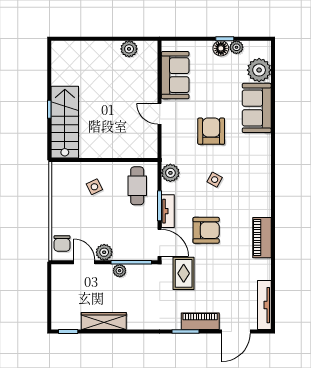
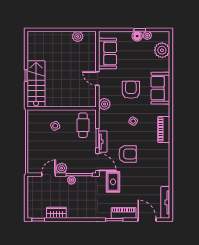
sofa: (257, 108) -> (160, 88), moved
plant: (170, 173) -> (104, 104), moved
piano: (262, 238) -> (164, 129), moved
chair: (62, 243) -> (34, 163), removed
door: (84, 262) -> (49, 175), hinge flipped
wardrobe: (104, 321) -> (56, 213), width x0.67
door: (236, 332) -> (147, 220), swing flipped

